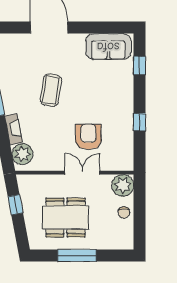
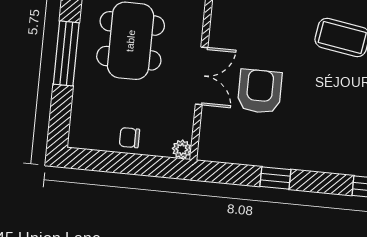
armchair: (88, 137) -> (260, 91), turned -90
plant: (123, 185) -> (182, 149), width x0.53, depth x0.53

